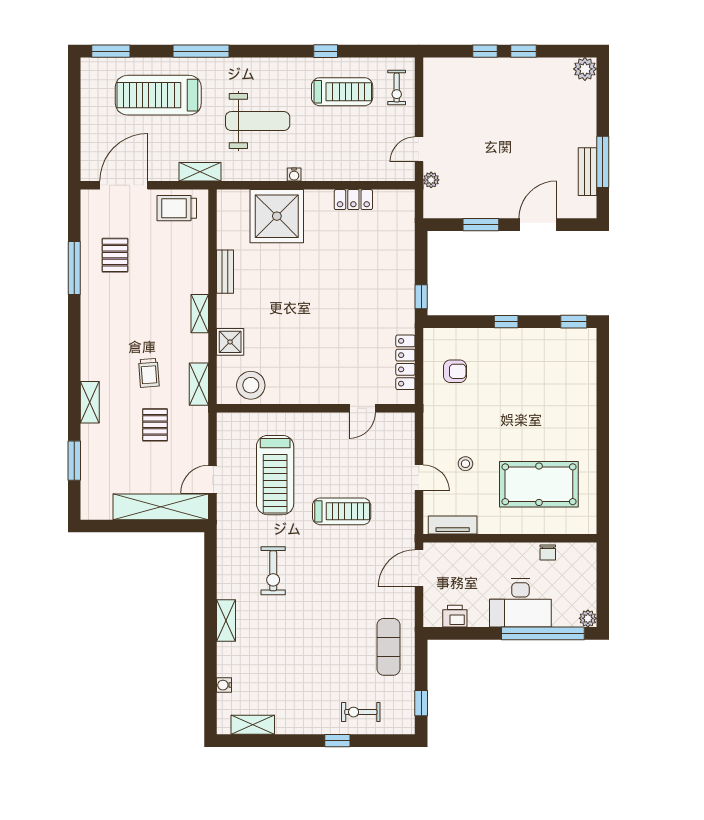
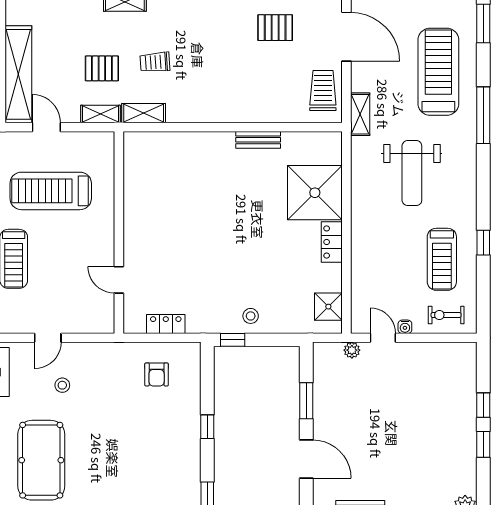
water cooler: (294, 175) -> (405, 327), moved, turned -90
locker: (353, 200) -> (332, 242), moved
shelving: (200, 314) -> (101, 114), moved
shower: (230, 342) -> (328, 307), moved
locker: (405, 362) -> (166, 324), width x0.66
stool: (251, 385) -> (251, 316), moved, width x0.53, depth x0.53

